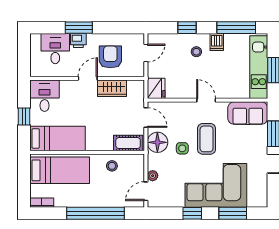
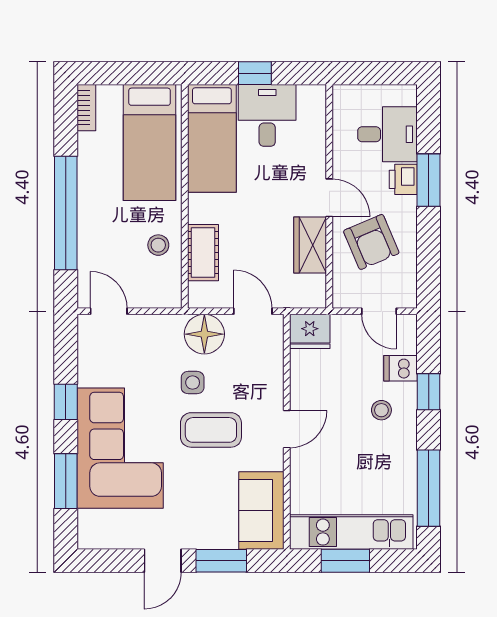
dishwasher: (217, 42) -> (400, 368), moved
armchair: (110, 57) -> (371, 242), turned 67
desk: (45, 96) -> (267, 115), moved, turned -90
door: (146, 117) -> (253, 311), swing flipped
cot: (128, 143) -> (203, 253), moved
plant: (153, 176) -> (139, 325), removed

